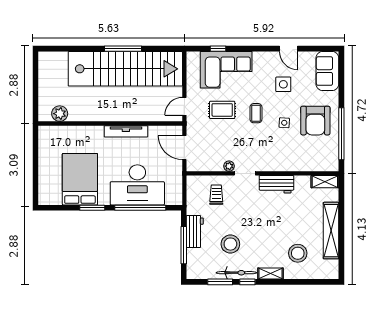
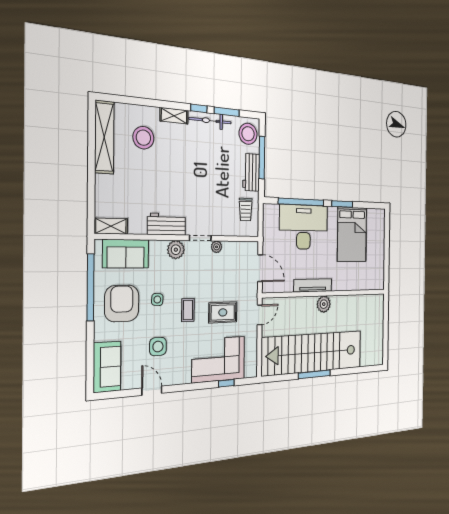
plant: (60, 114) -> (324, 304), moved
sofa: (312, 160) -> (126, 254), added
plant: (268, 163) -> (176, 250), added
trolley: (216, 195) -> (246, 210), moved
shelving: (331, 231) -> (104, 137), moved
stool: (230, 244) -> (248, 134), moved

